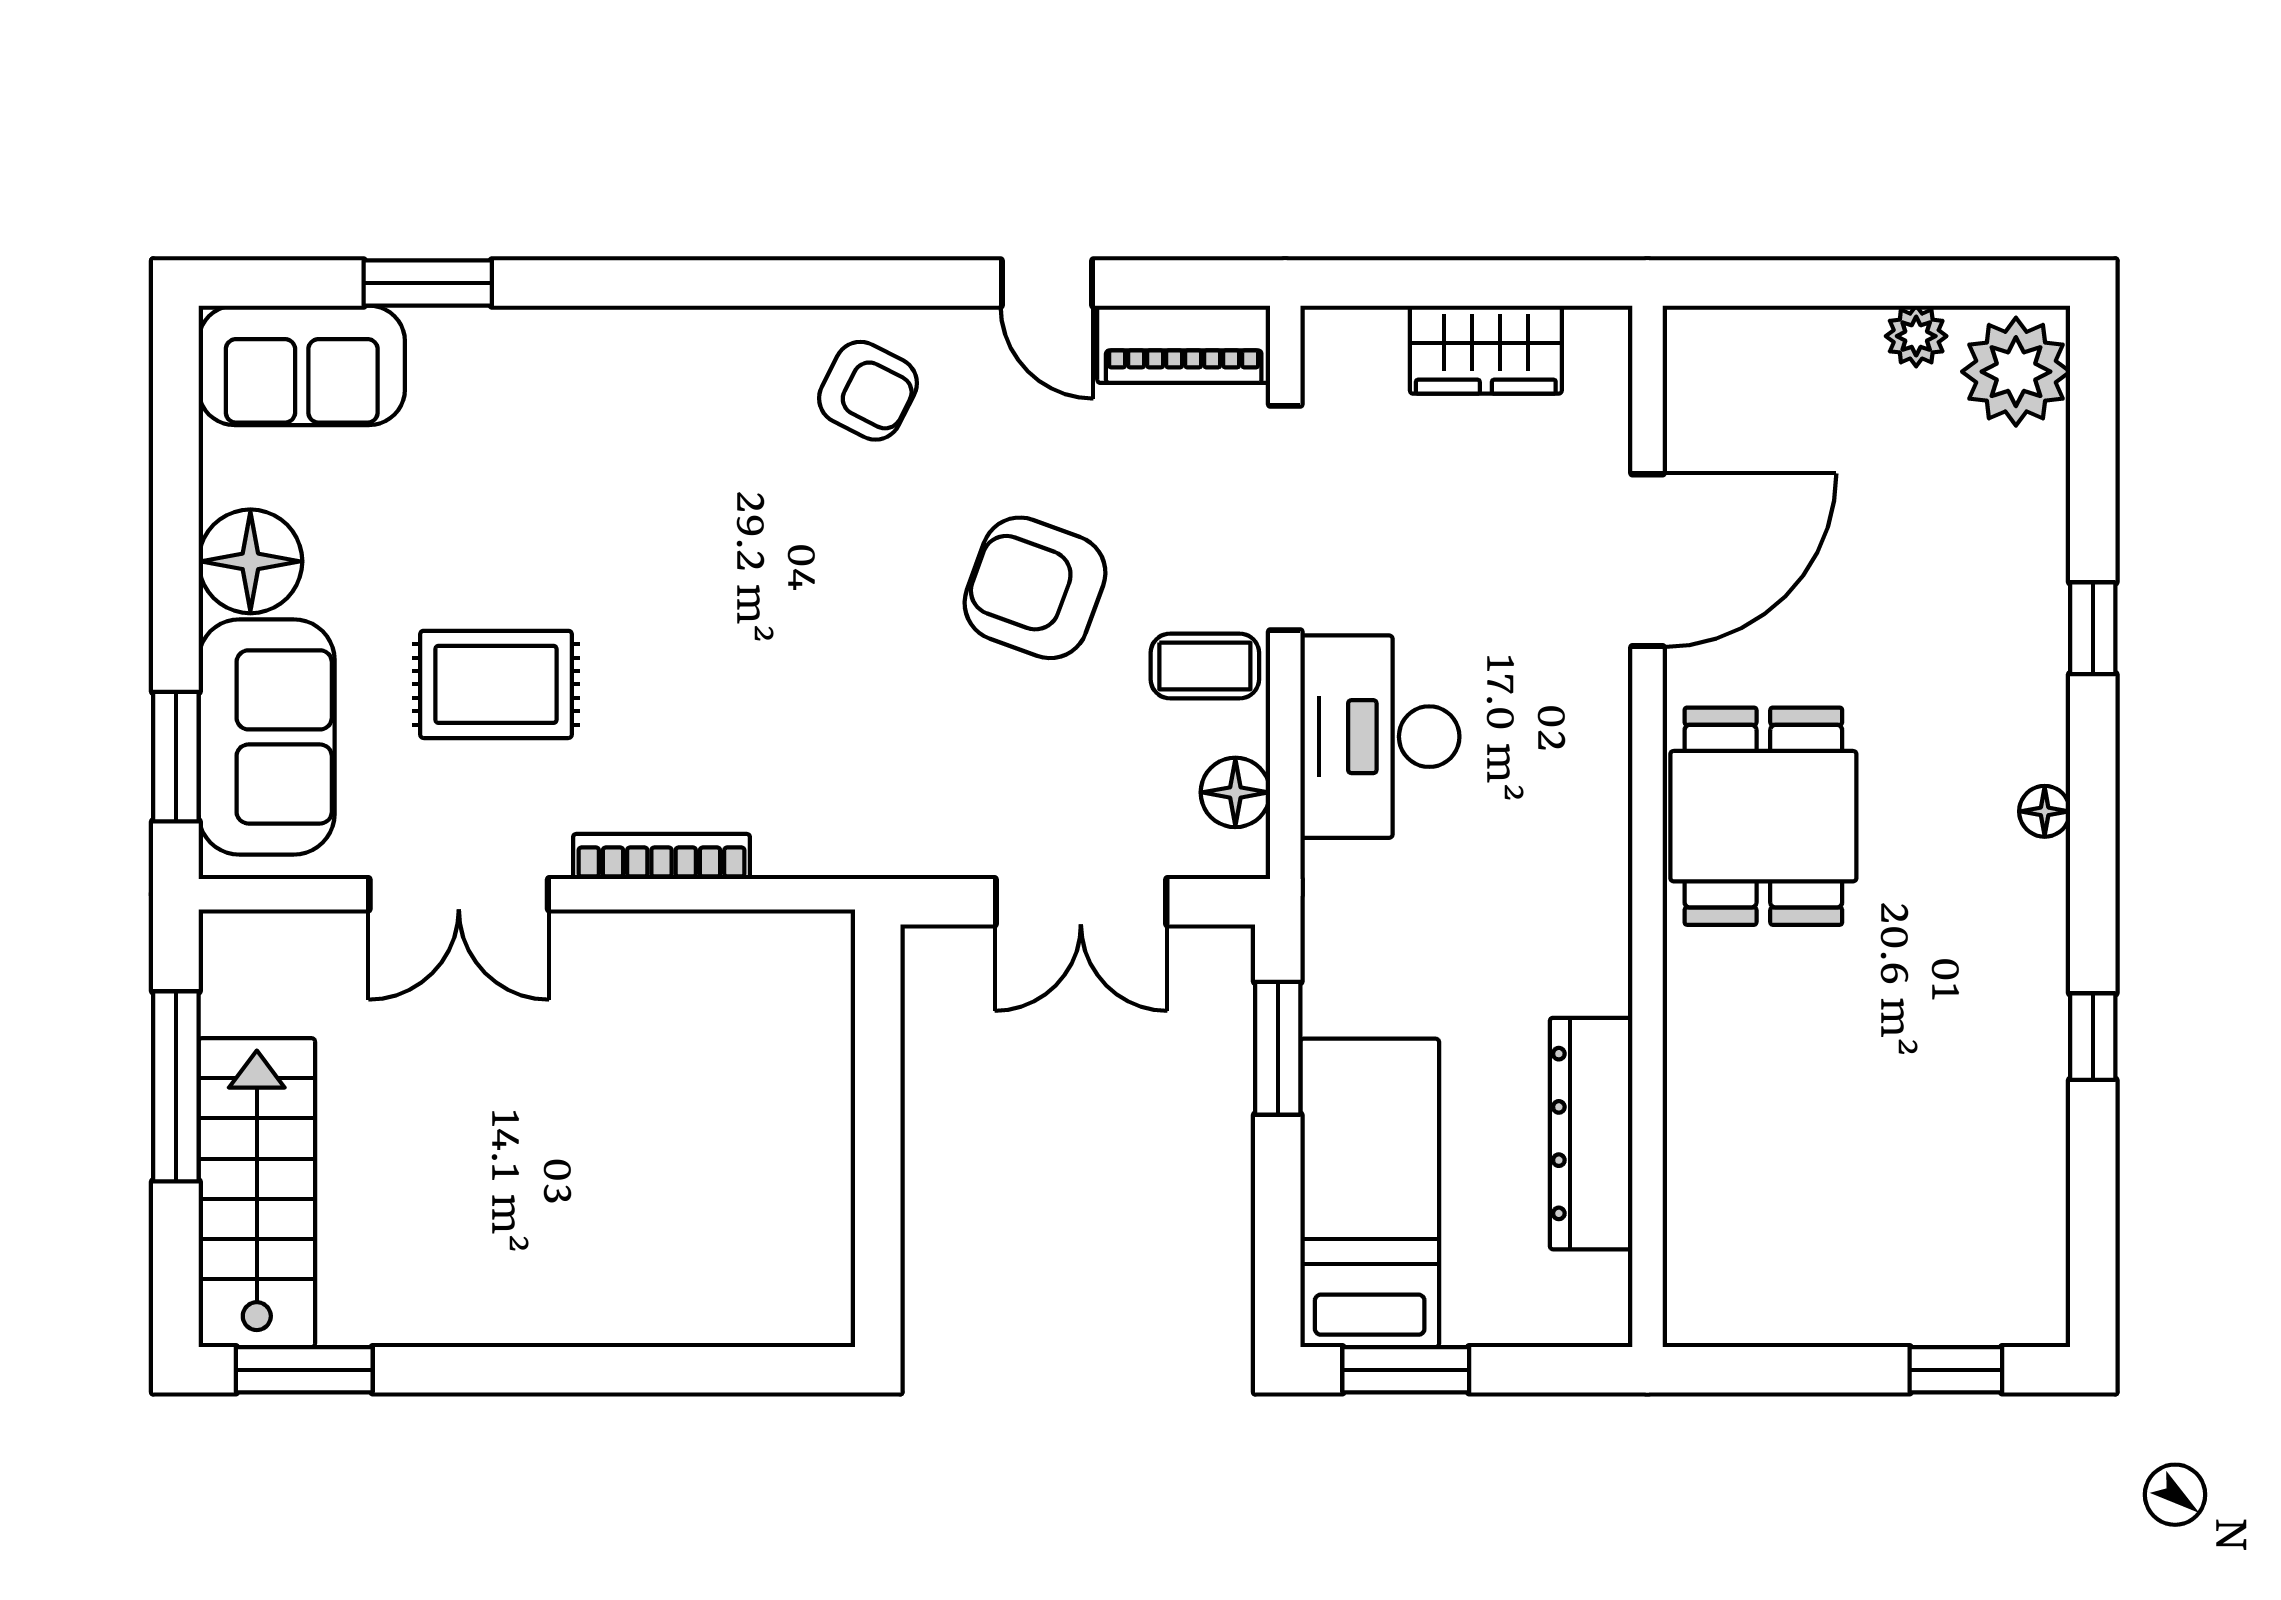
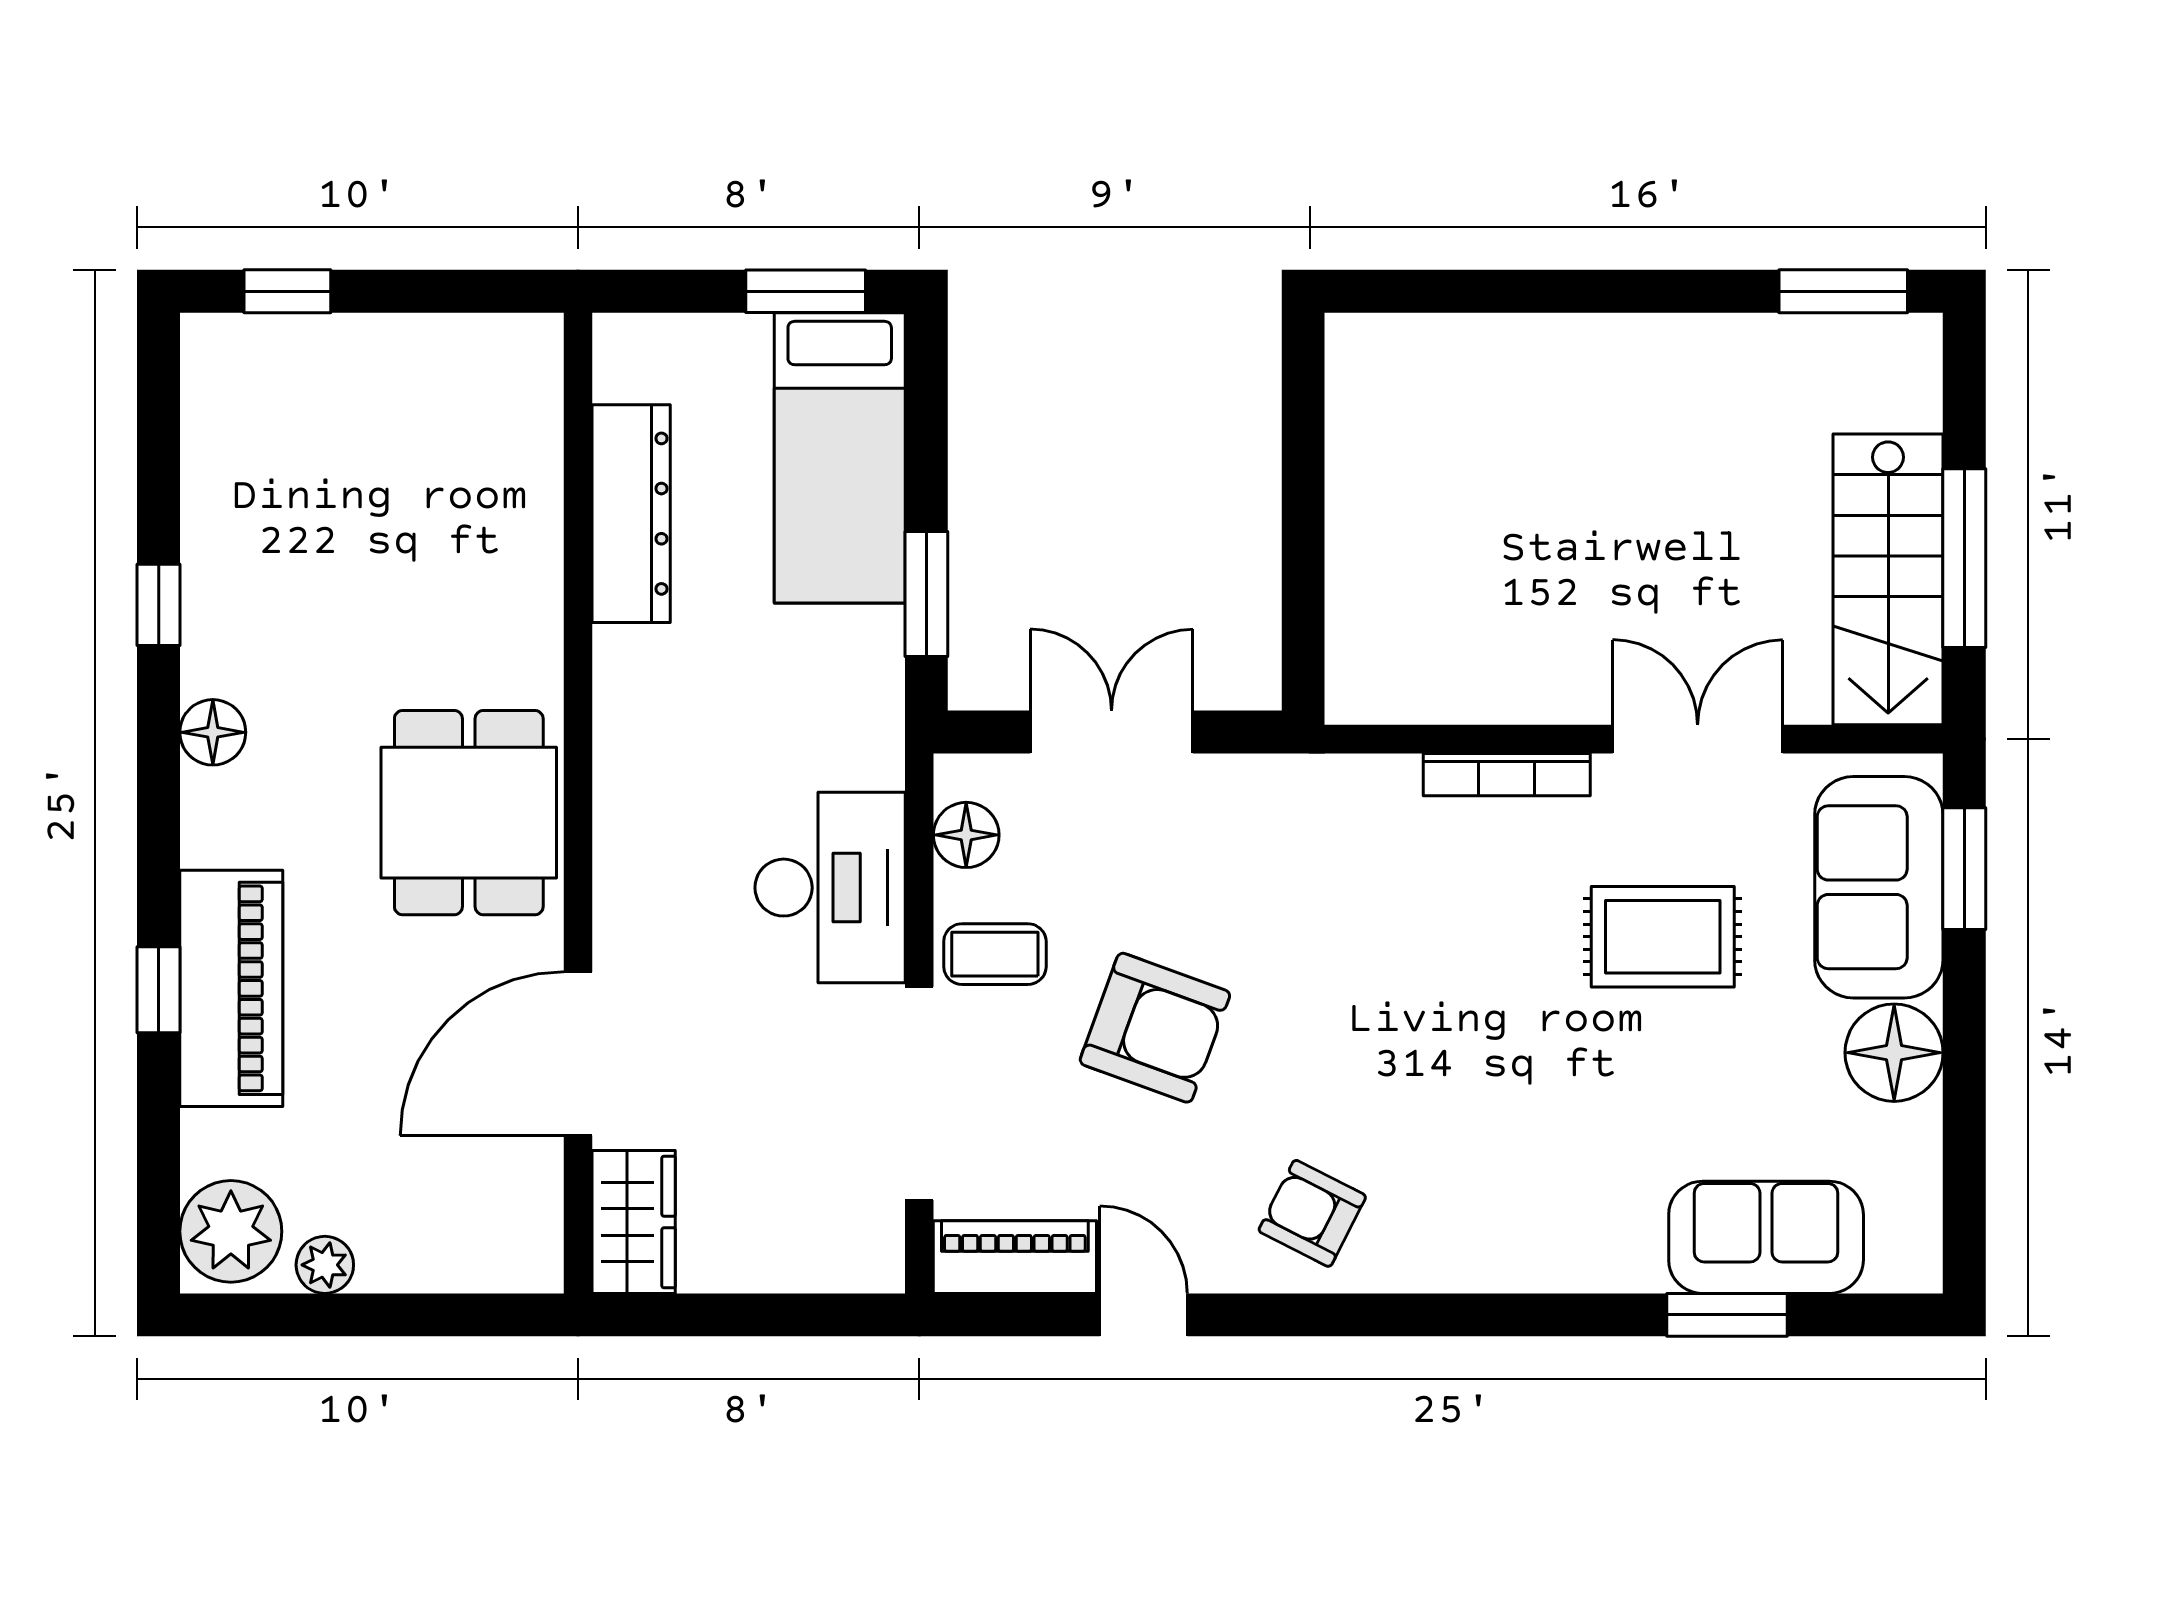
wardrobe: (1486, 350) -> (634, 1222), moved, turned 90
sofa: (302, 365) -> (1766, 1237), moved
piano: (2016, 630) -> (231, 988), added
floor lamp: (2045, 811) -> (213, 732), moved, width x1.37, depth x1.37
stairs: (257, 1193) -> (1888, 579), moved

